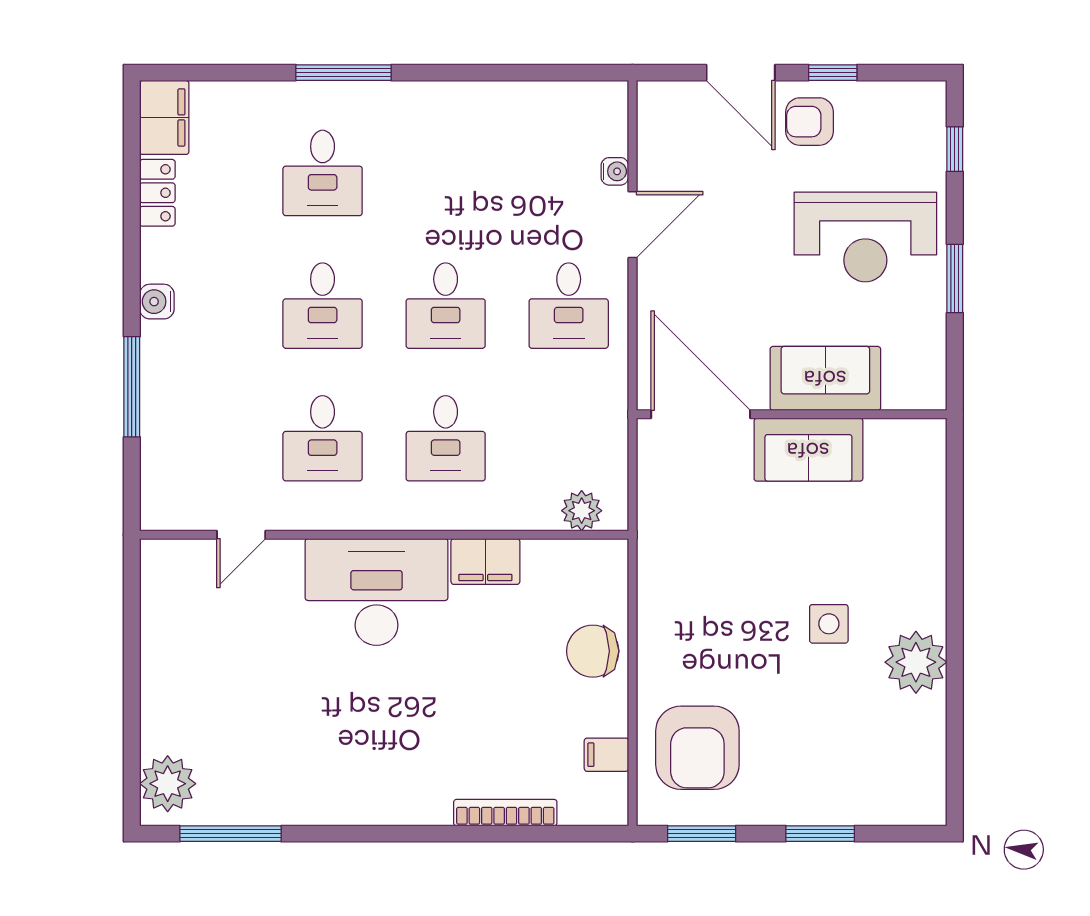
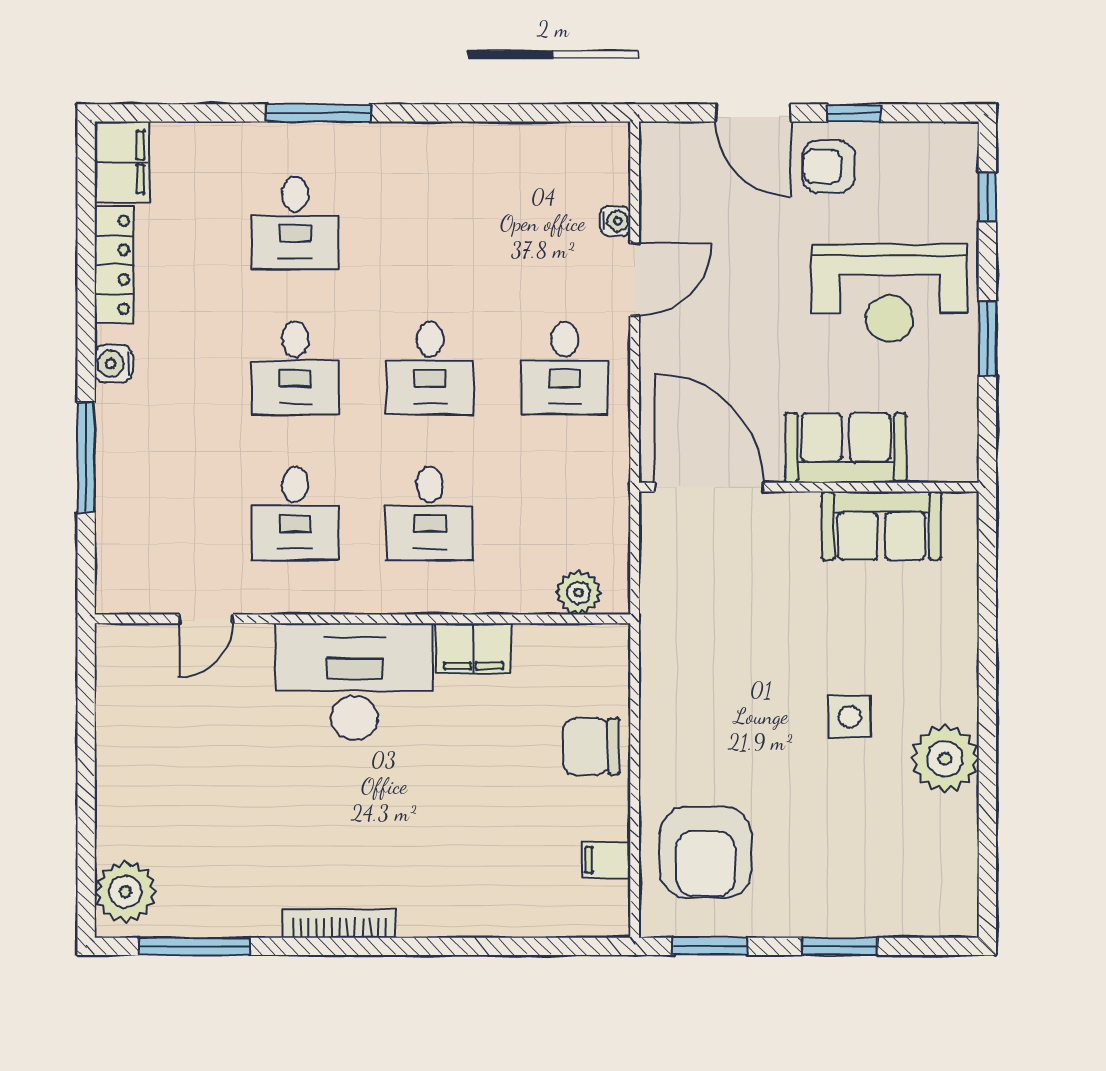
locker: (157, 193) -> (114, 265), width x1.53
sofa: (808, 450) -> (881, 526), moved
bookcase: (505, 813) -> (340, 923), moved

